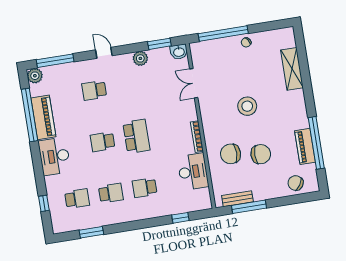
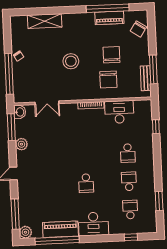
window: (159, 44) -> (11, 127), width x1.44
school desk: (94, 90) -> (43, 185), removed
school desk: (136, 136) -> (85, 155), removed

